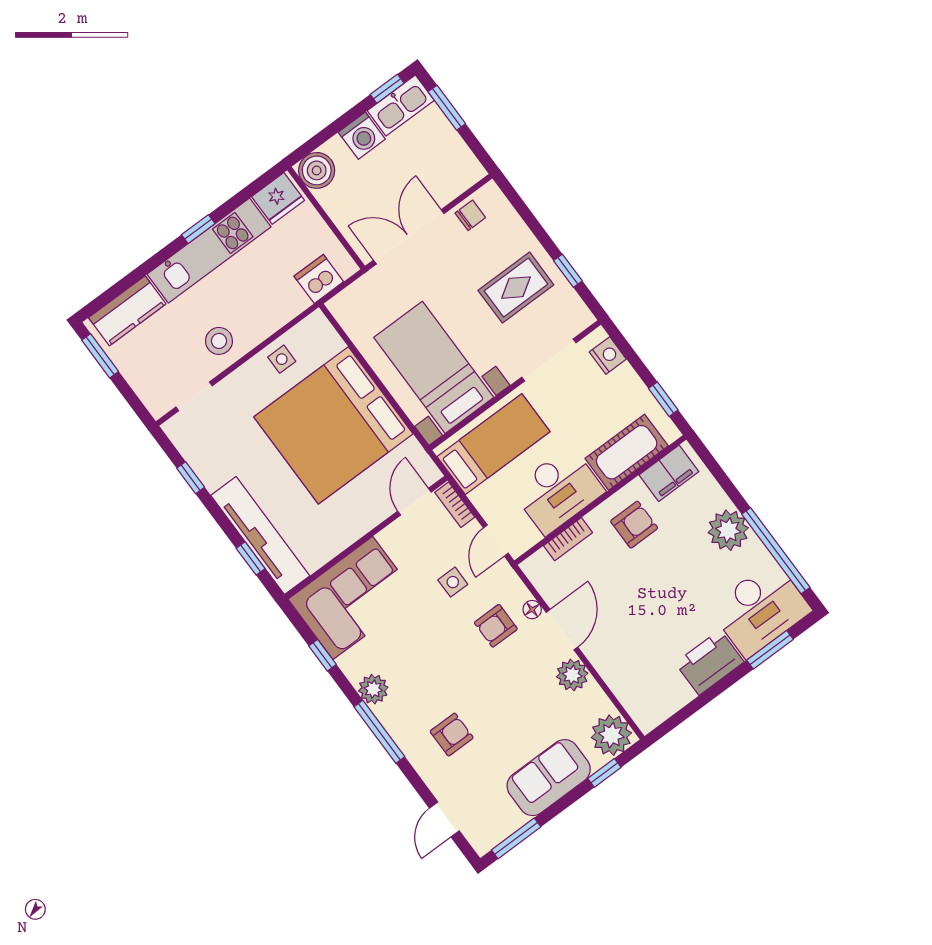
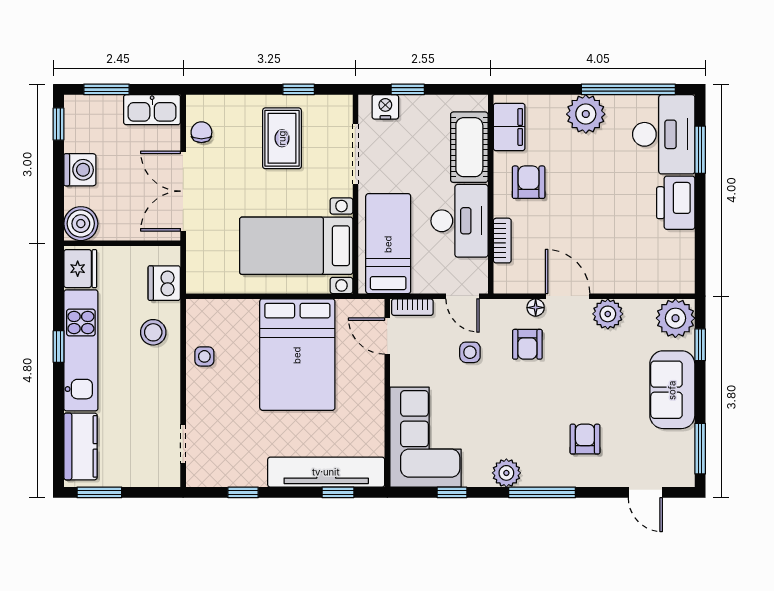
kitchen sink: (401, 105) -> (152, 110), moved, turned 90
stool: (219, 341) -> (153, 332), moved
window: (663, 399) -> (408, 89), moved
bed: (333, 425) -> (297, 355), width x0.73

